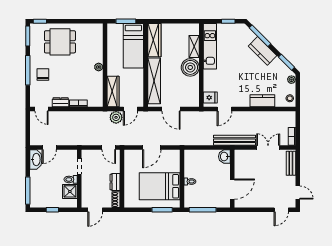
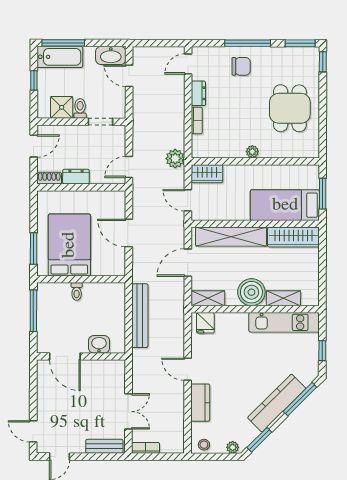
dining table: (60, 42) -> (290, 108), moved
kitchen counter: (263, 51) -> (277, 403), width x1.50
wardrobe: (113, 92) -> (207, 174), width x0.67
shelving: (194, 96) -> (208, 298), added
door: (224, 109) -> (188, 369), moved
plant: (116, 117) -> (175, 159), moved
bench: (234, 140) -> (140, 316), moved
washbasin: (224, 157) -> (99, 344), moved
bathtub: (37, 193) -> (60, 57), added
door: (95, 210) -> (34, 146), swing flipped

